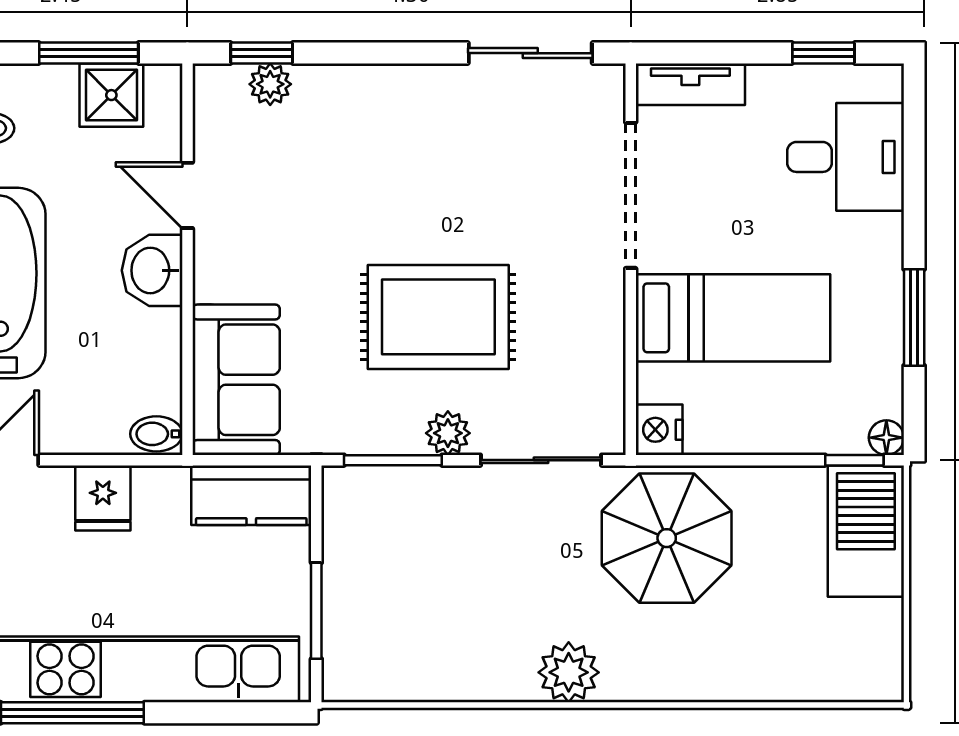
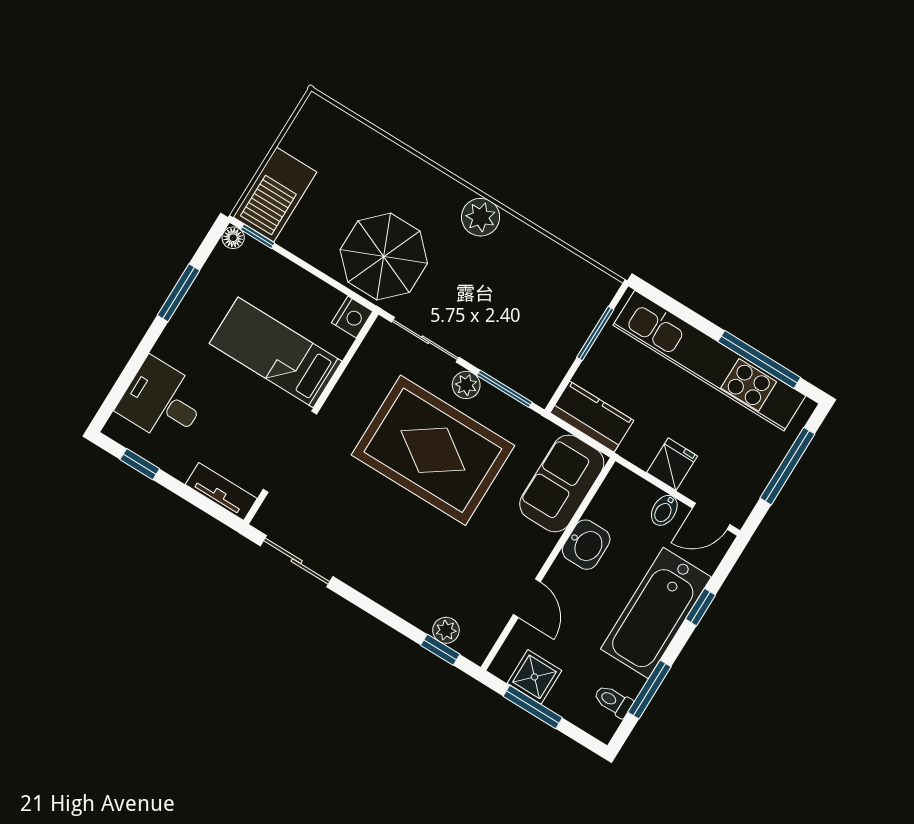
washbasin: (152, 270) -> (586, 545), moved
rug: (438, 317) -> (433, 450), width x1.37, depth x1.44
bidet: (156, 434) -> (664, 510), moved, turned 90

